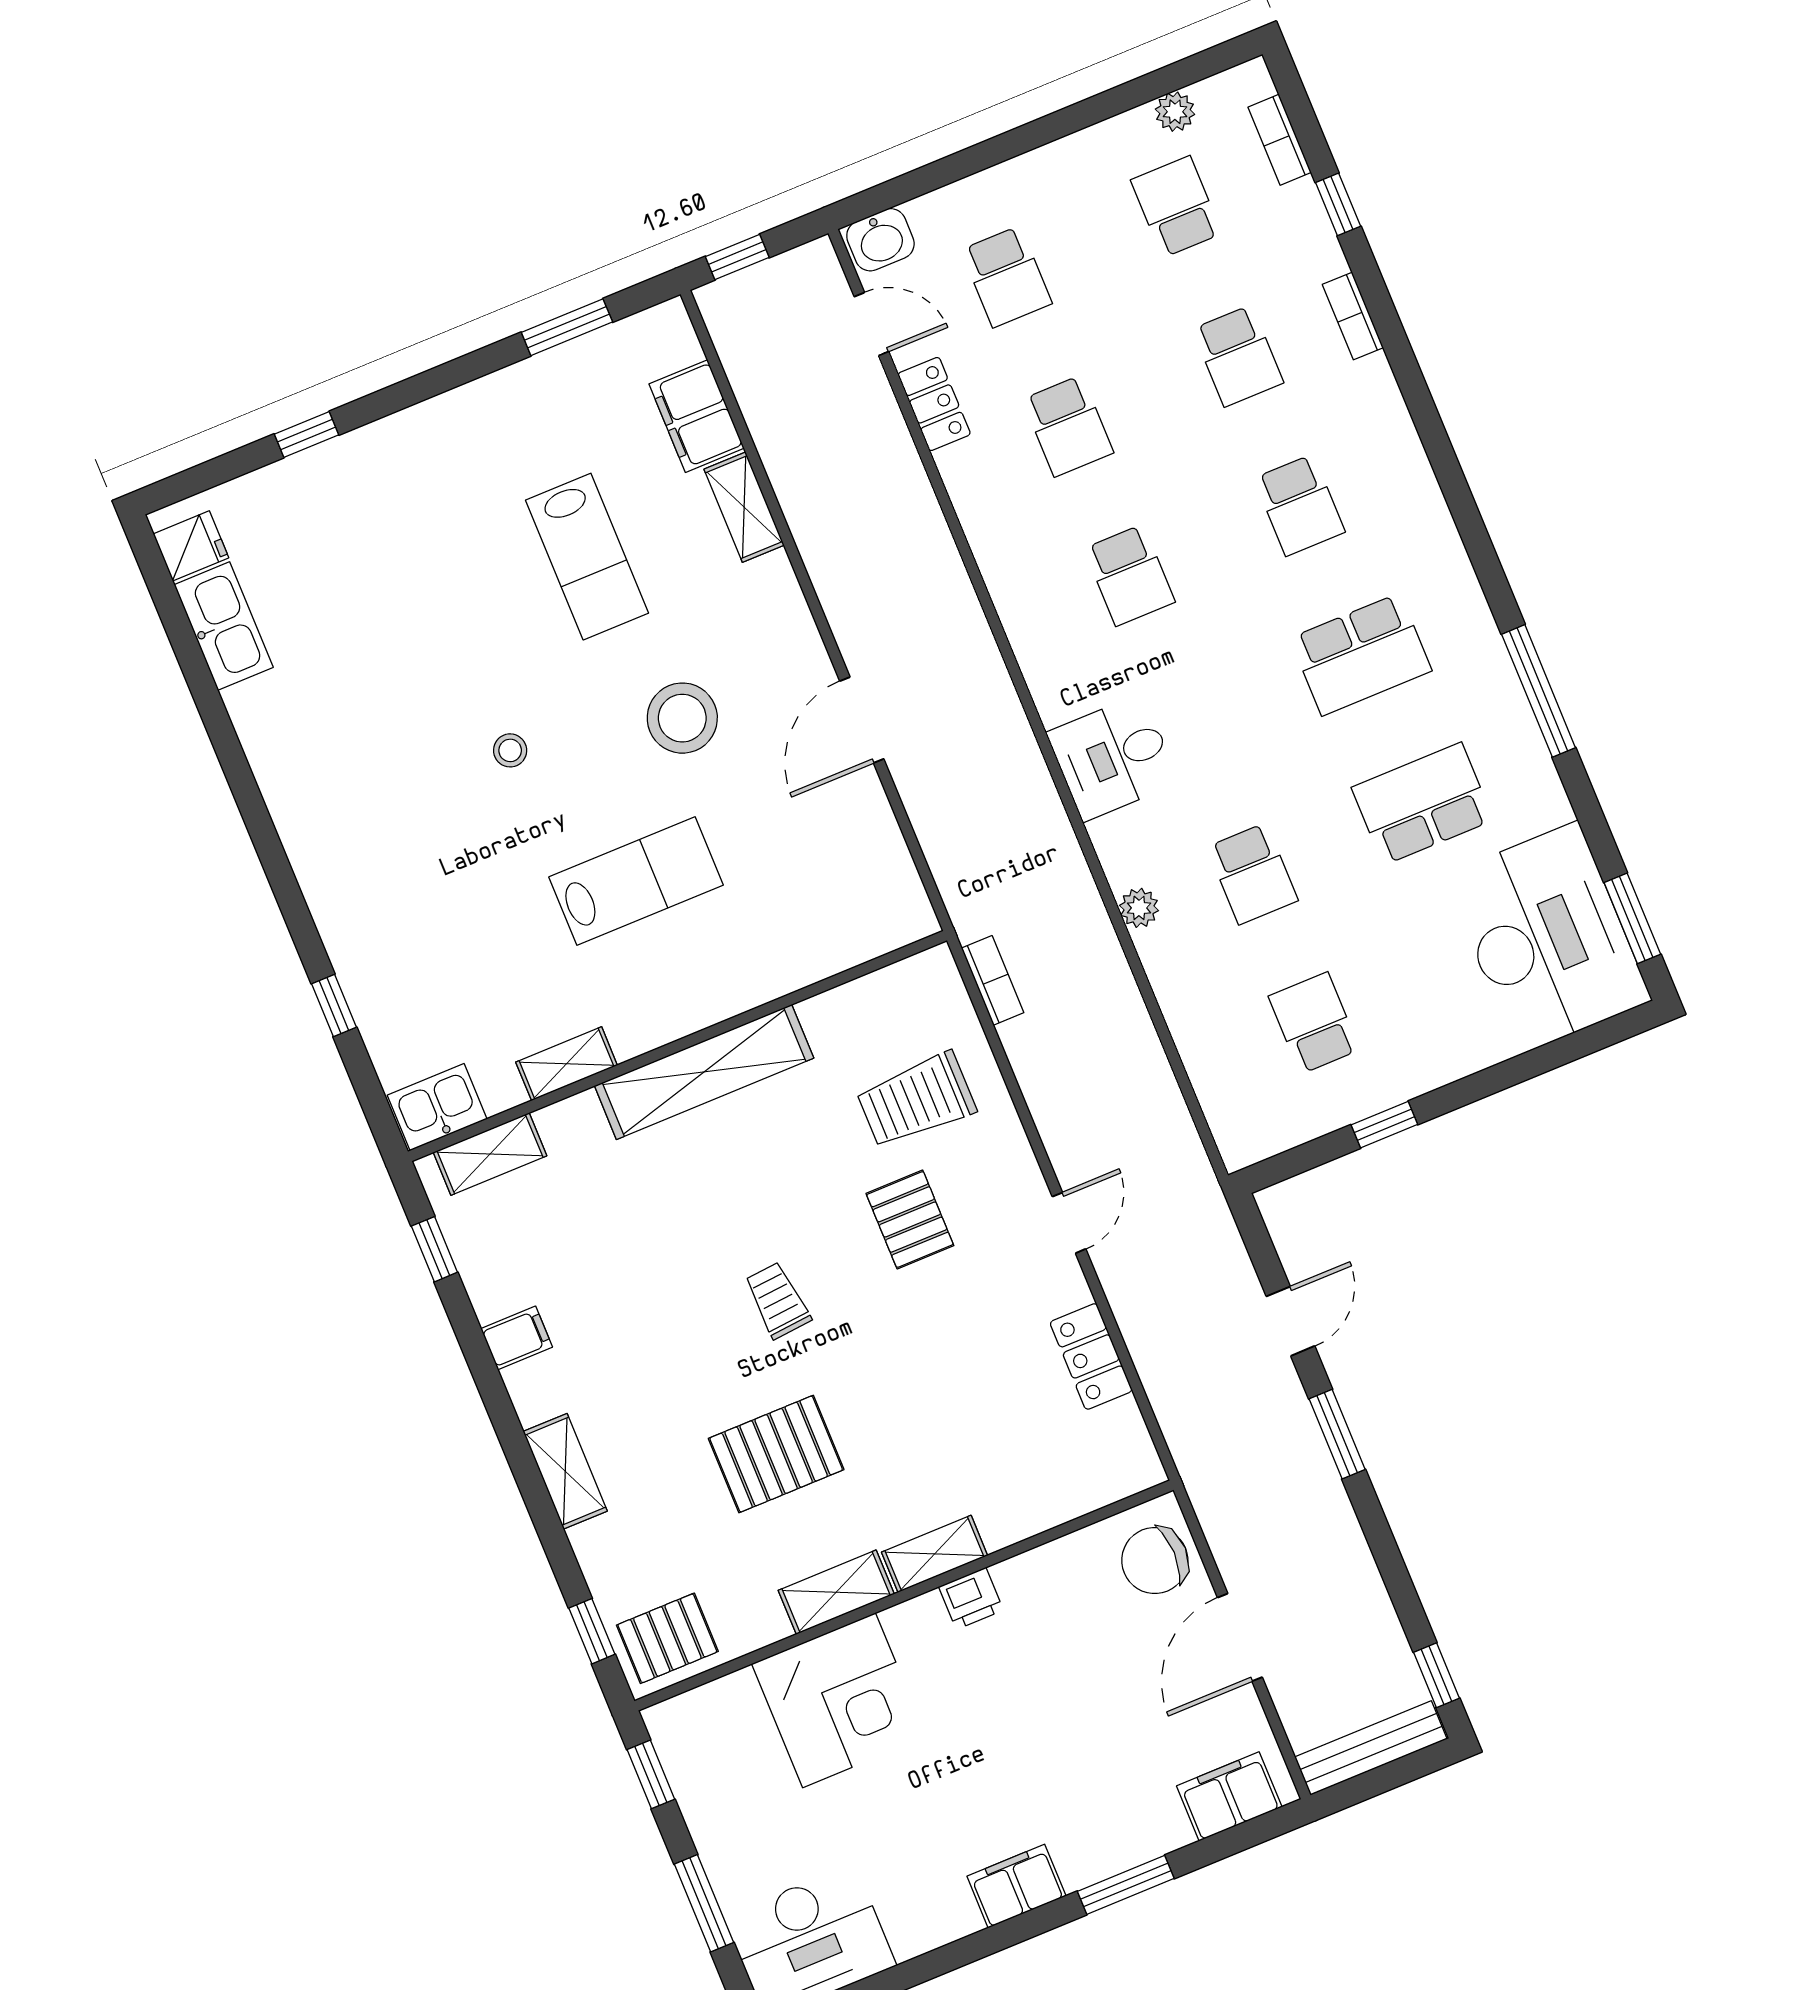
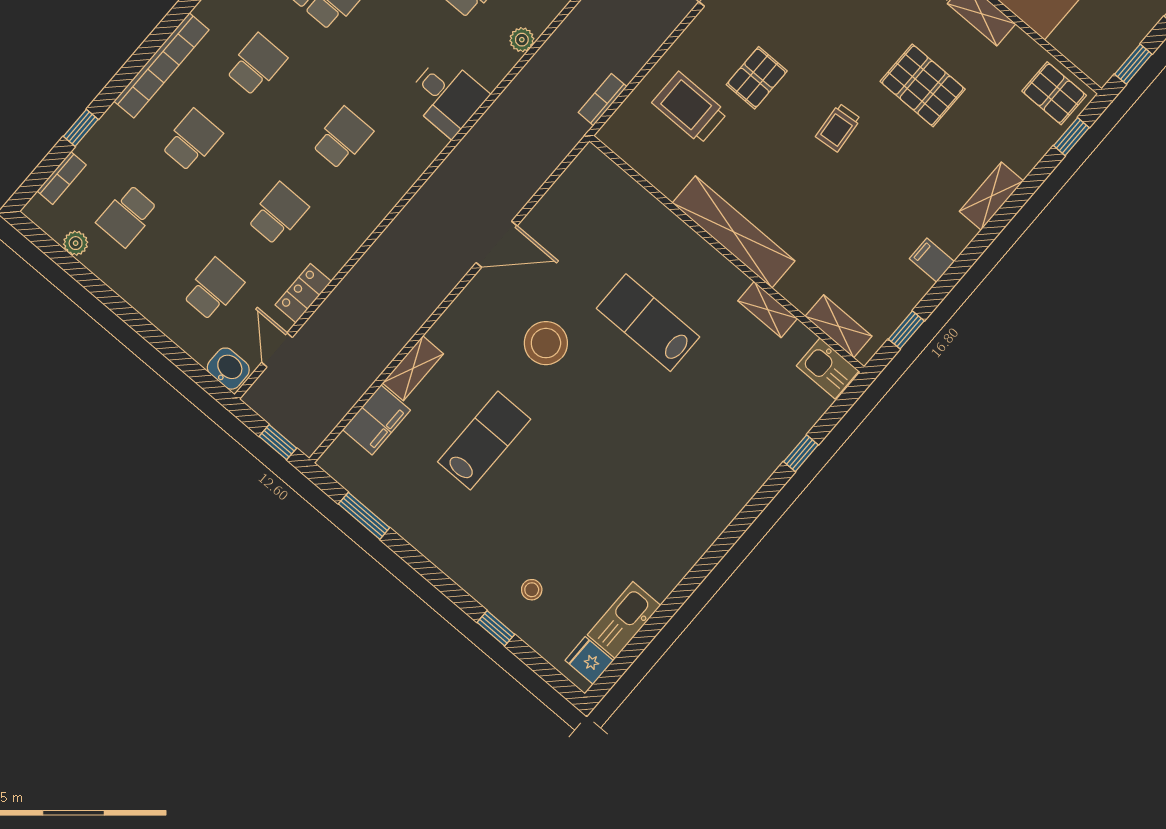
bookcase: (1353, 316) -> (161, 65), width x2.31, depth x1.31
stool: (510, 750) -> (532, 590), moved
trolley: (916, 1100) -> (690, 108), turned 180

